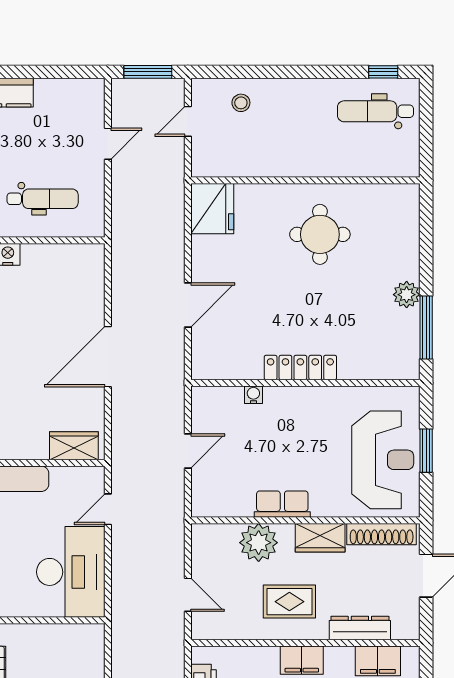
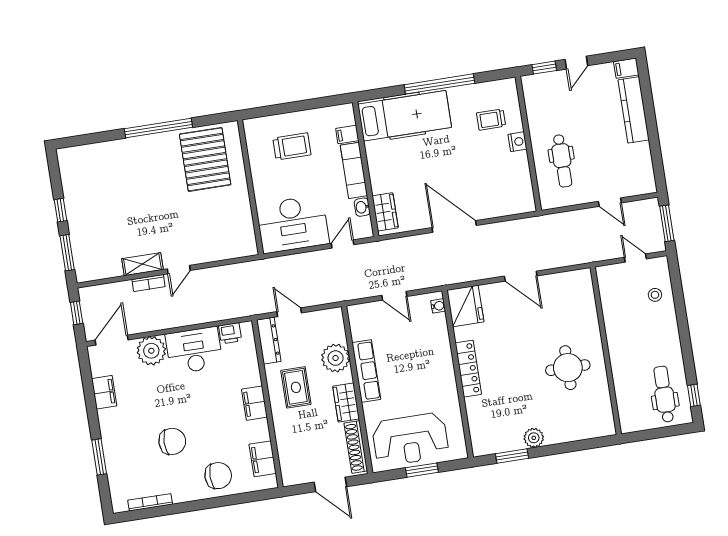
fridge: (212, 209) -> (465, 306), moved, turned -90
door: (188, 305) -> (521, 276), moved
window: (426, 327) -> (512, 456), width x0.69
water cooler: (253, 395) -> (438, 306), moved
washbasin: (63, 475) -> (362, 207), added
row of seats: (282, 504) -> (366, 371), width x1.48
door: (108, 509) -> (343, 244), hinge flipped
door: (188, 595) -> (289, 312), swing flipped
dresser: (360, 628) -> (269, 341), moved

